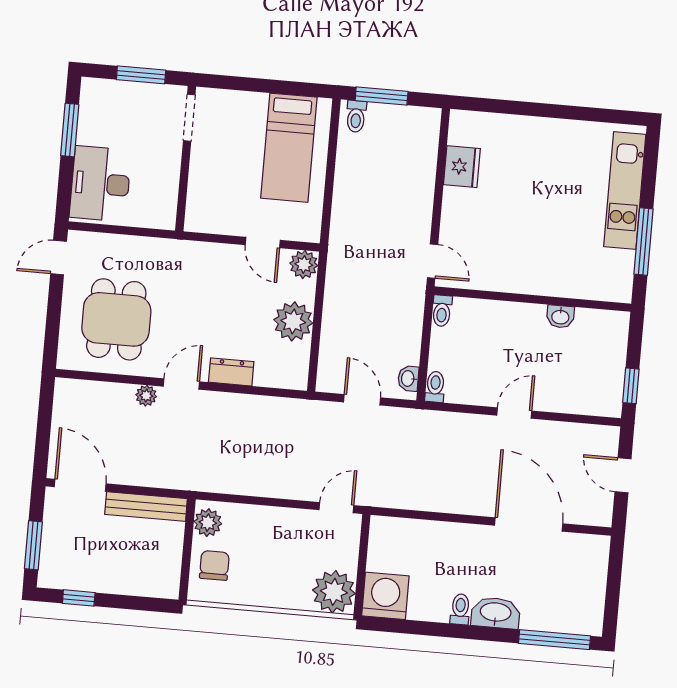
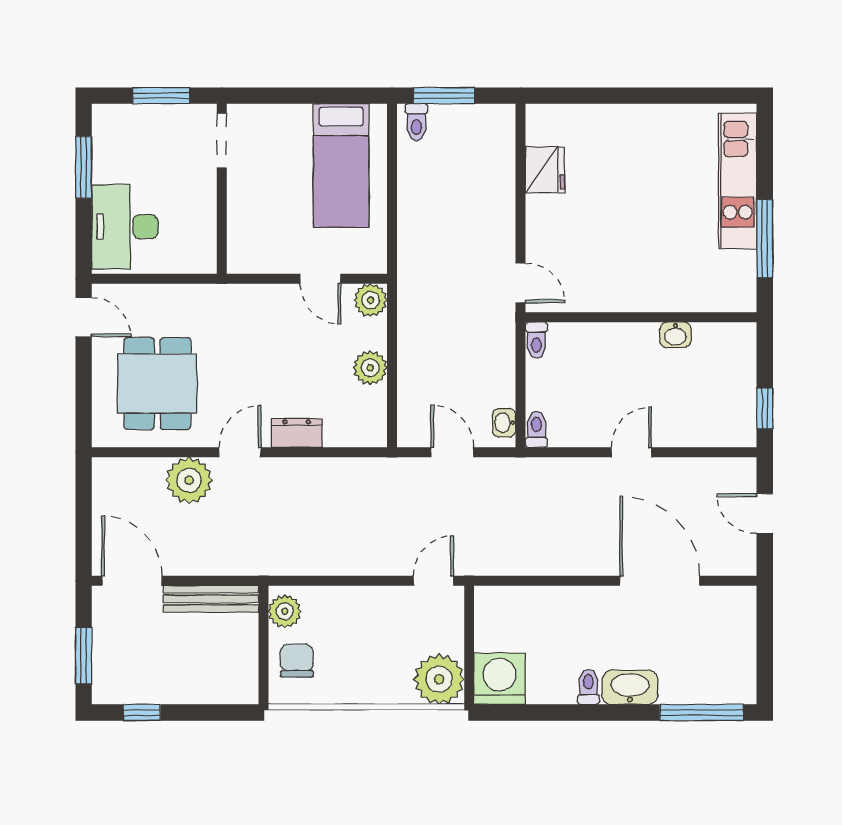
door: (59, 258) -> (84, 317), swing flipped
plant: (293, 321) -> (370, 368), width x0.73, depth x0.73
plant: (146, 396) -> (189, 480), width x1.88, depth x1.88

